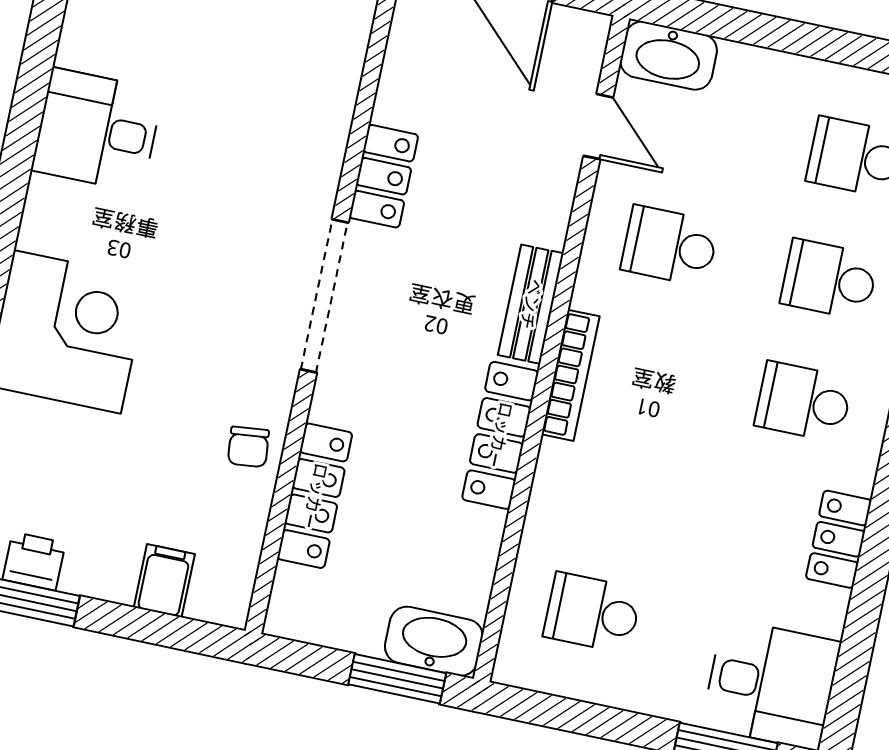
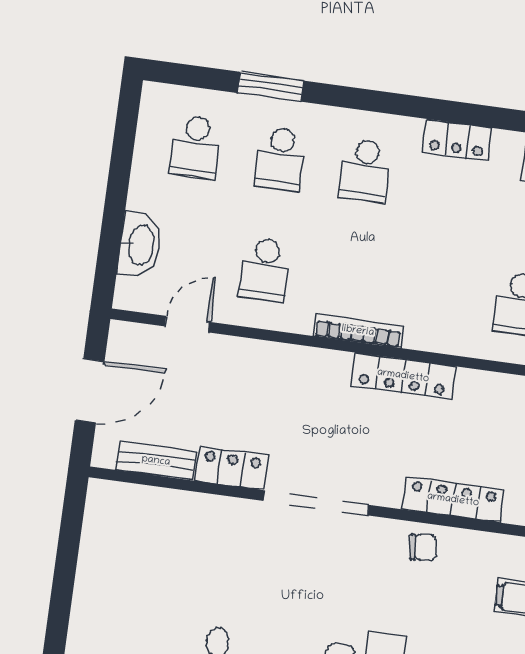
washbasin: (669, 56) -> (140, 245), moved
bench: (531, 304) -> (156, 461), moved

